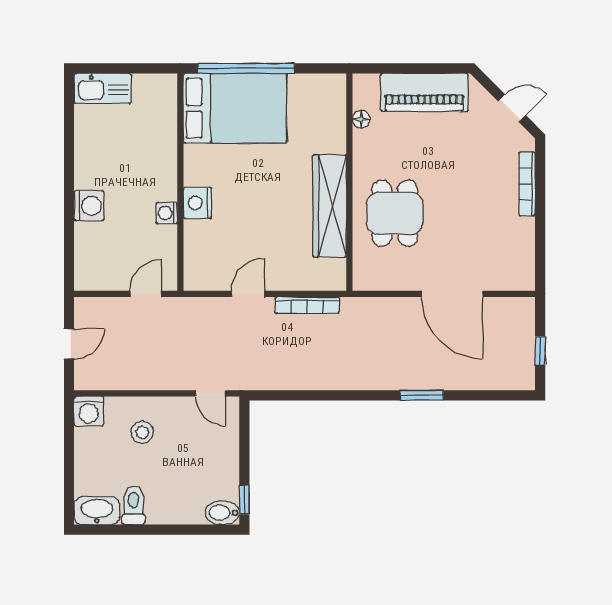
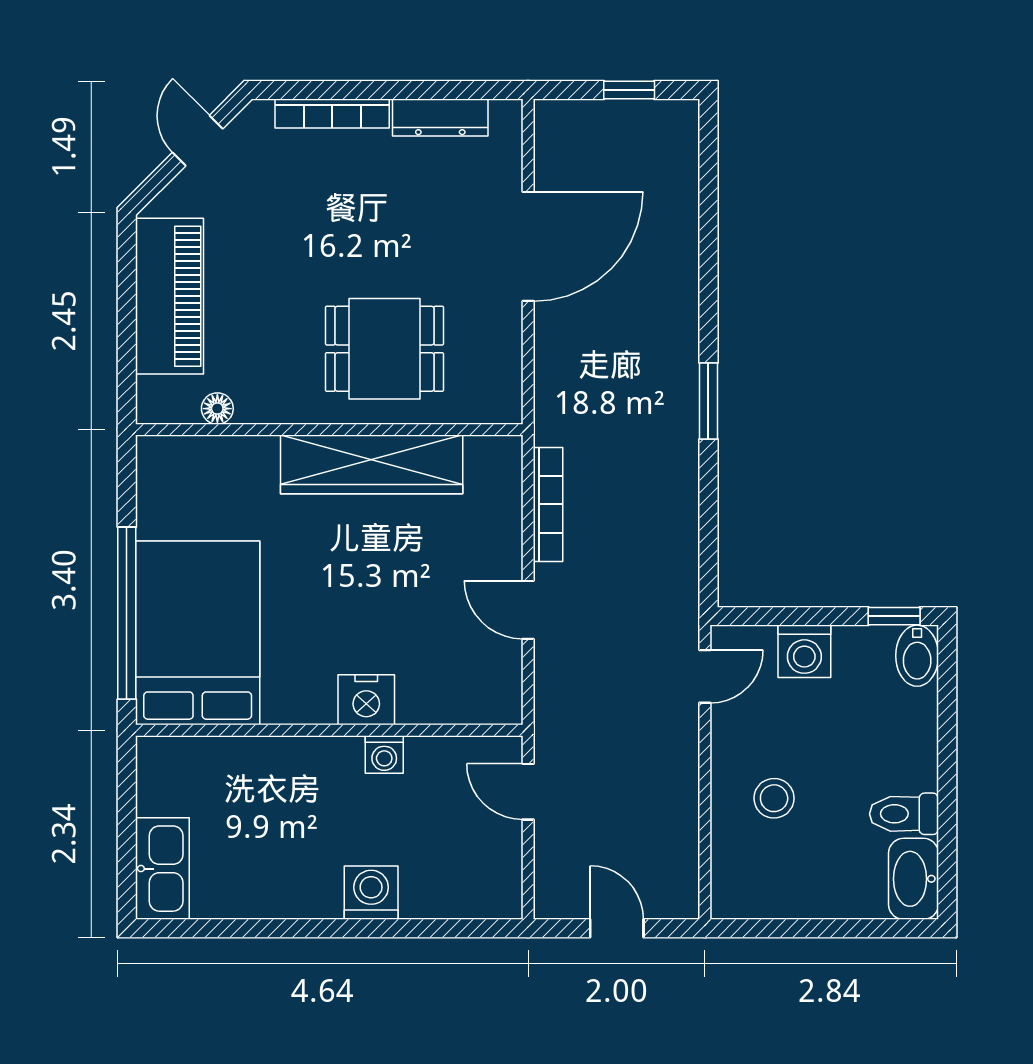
dresser: (525, 245) -> (440, 118), added
window: (422, 395) -> (708, 401), moved
washing machine: (89, 411) -> (804, 651), moved, turned 90

